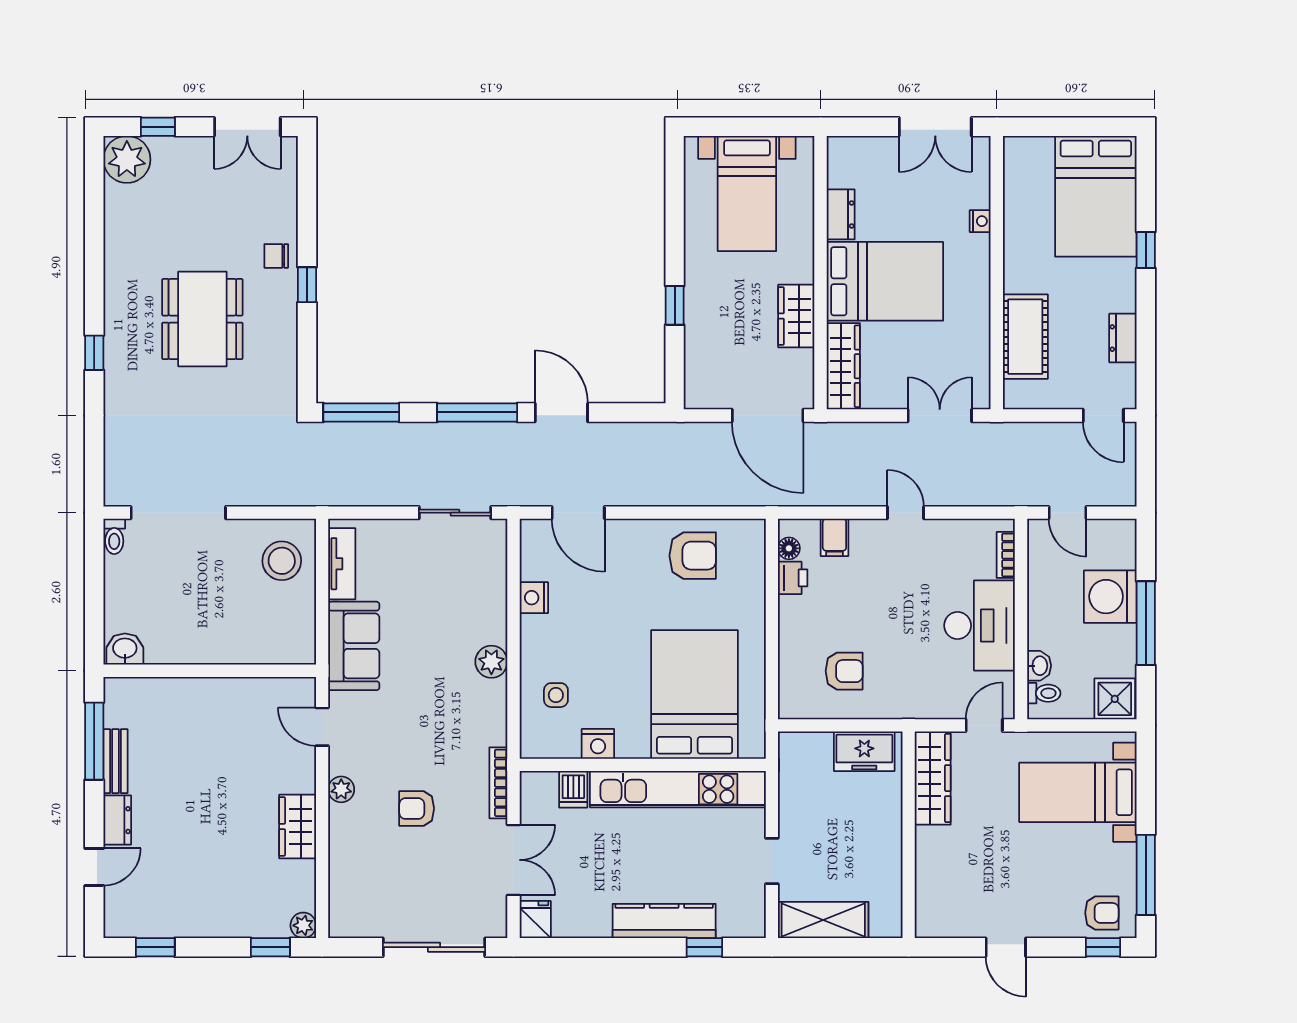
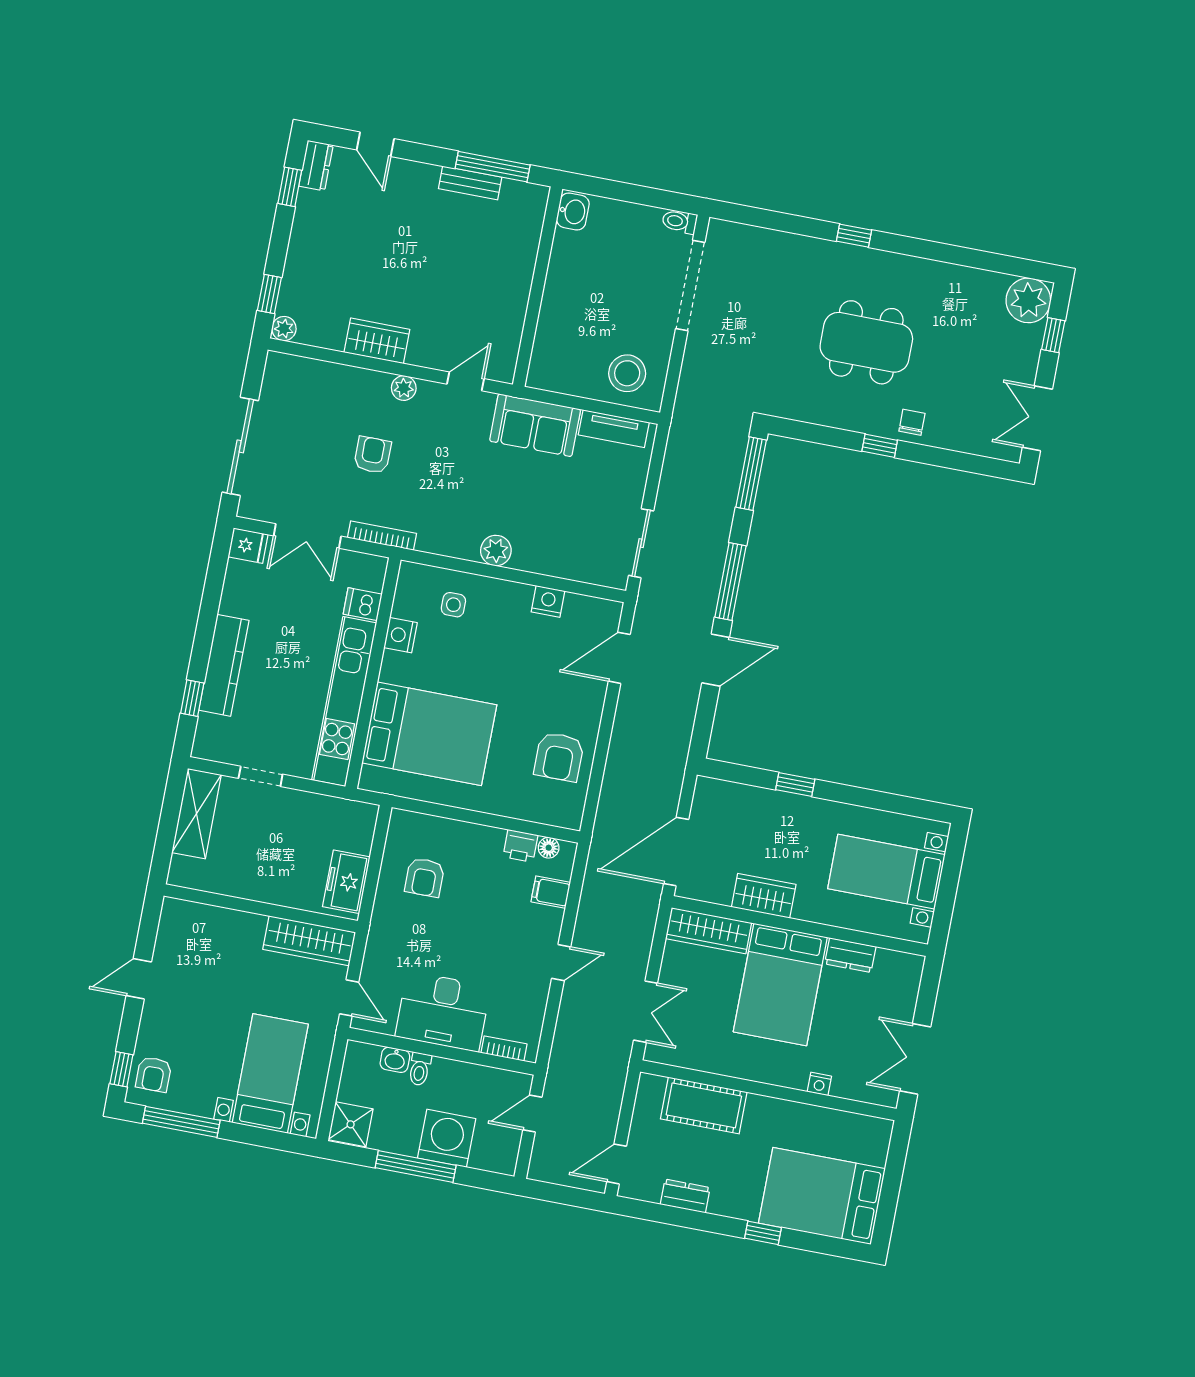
toilet: (1044, 693) -> (420, 1069), moved
dresser: (117, 820) -> (316, 166), moved, turned -90

